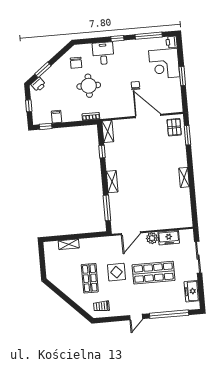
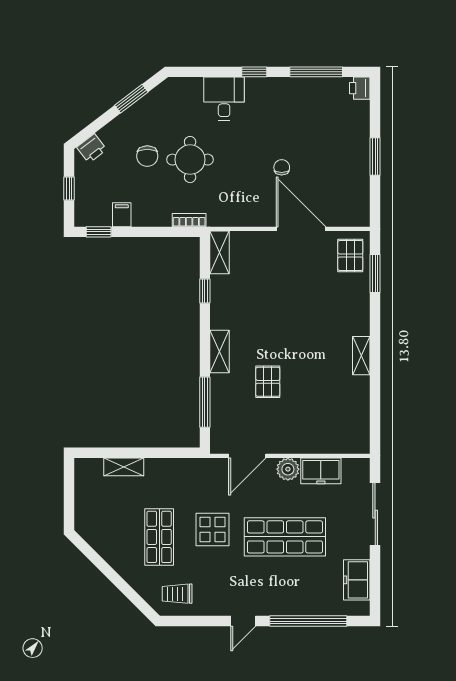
chair: (76, 63) -> (147, 156), moved
corner desk: (164, 64) -> (342, 129), removed
window: (43, 70) -> (131, 99), moved
pallet: (138, 195) -> (268, 382), added

